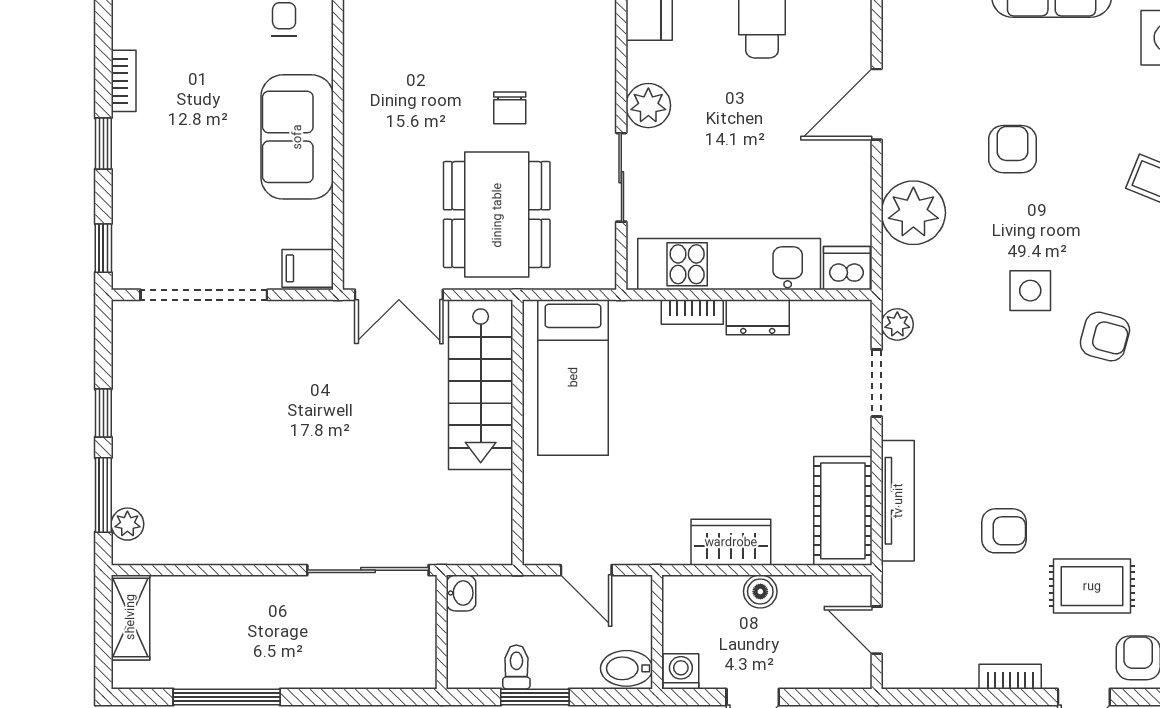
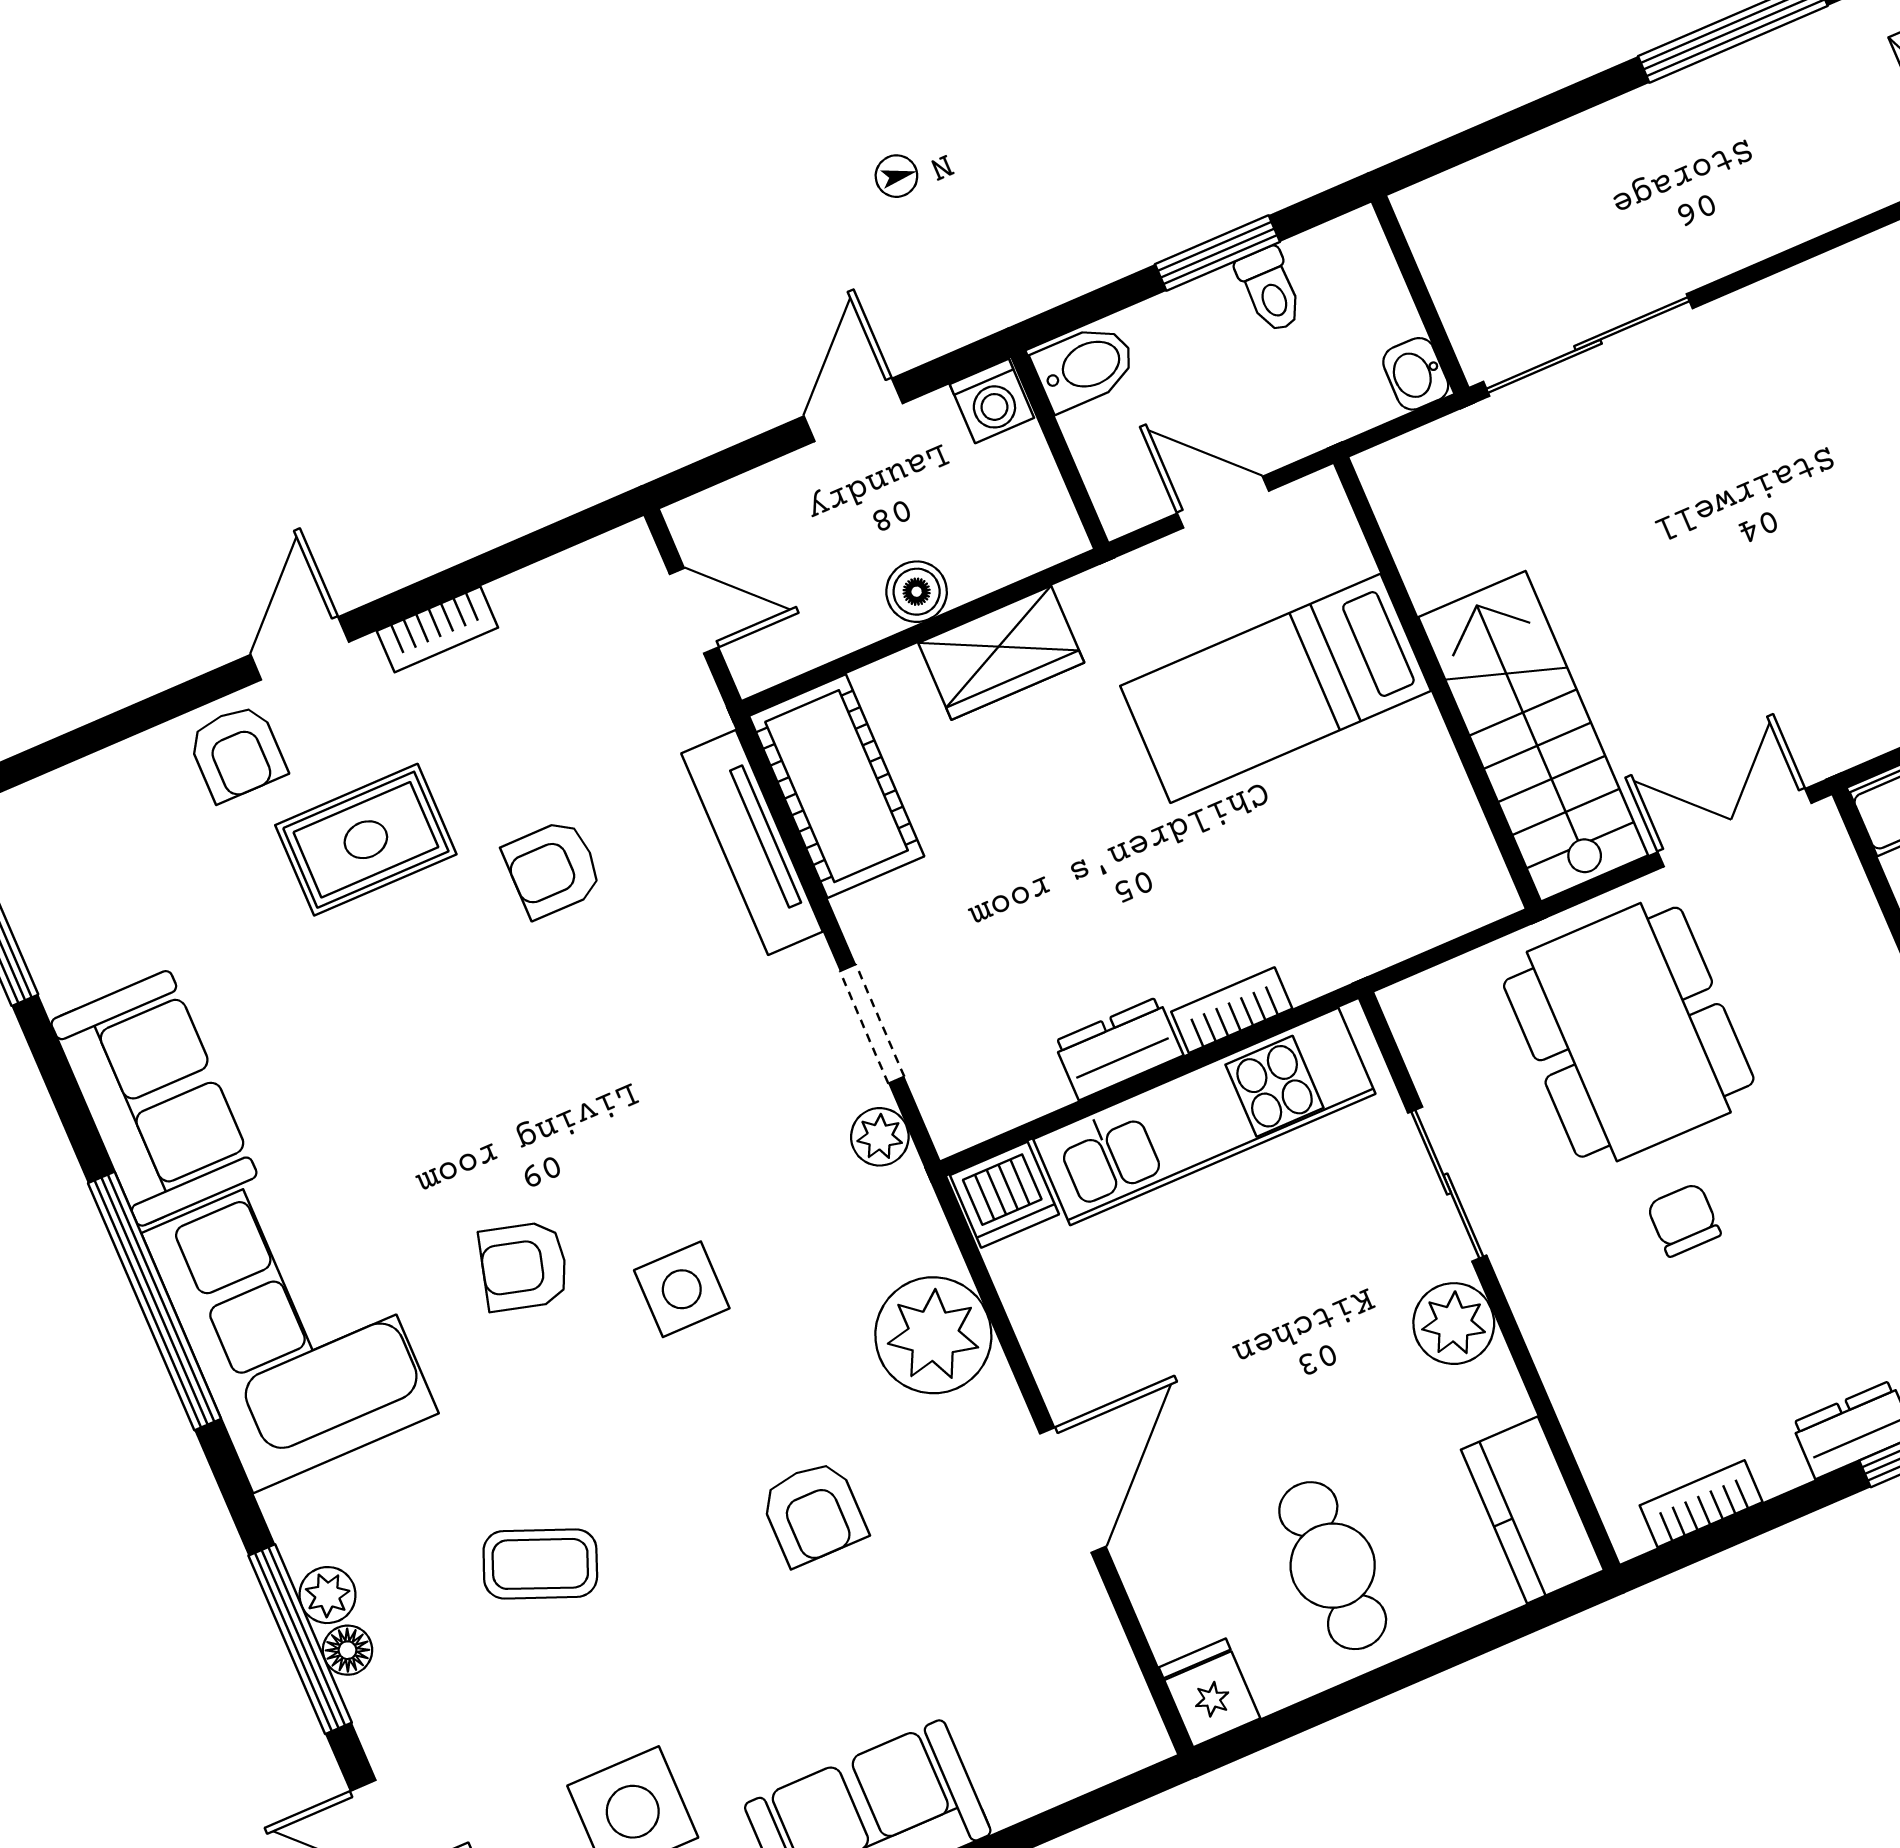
bed: (573, 377) -> (1276, 688), moved, turned -90

